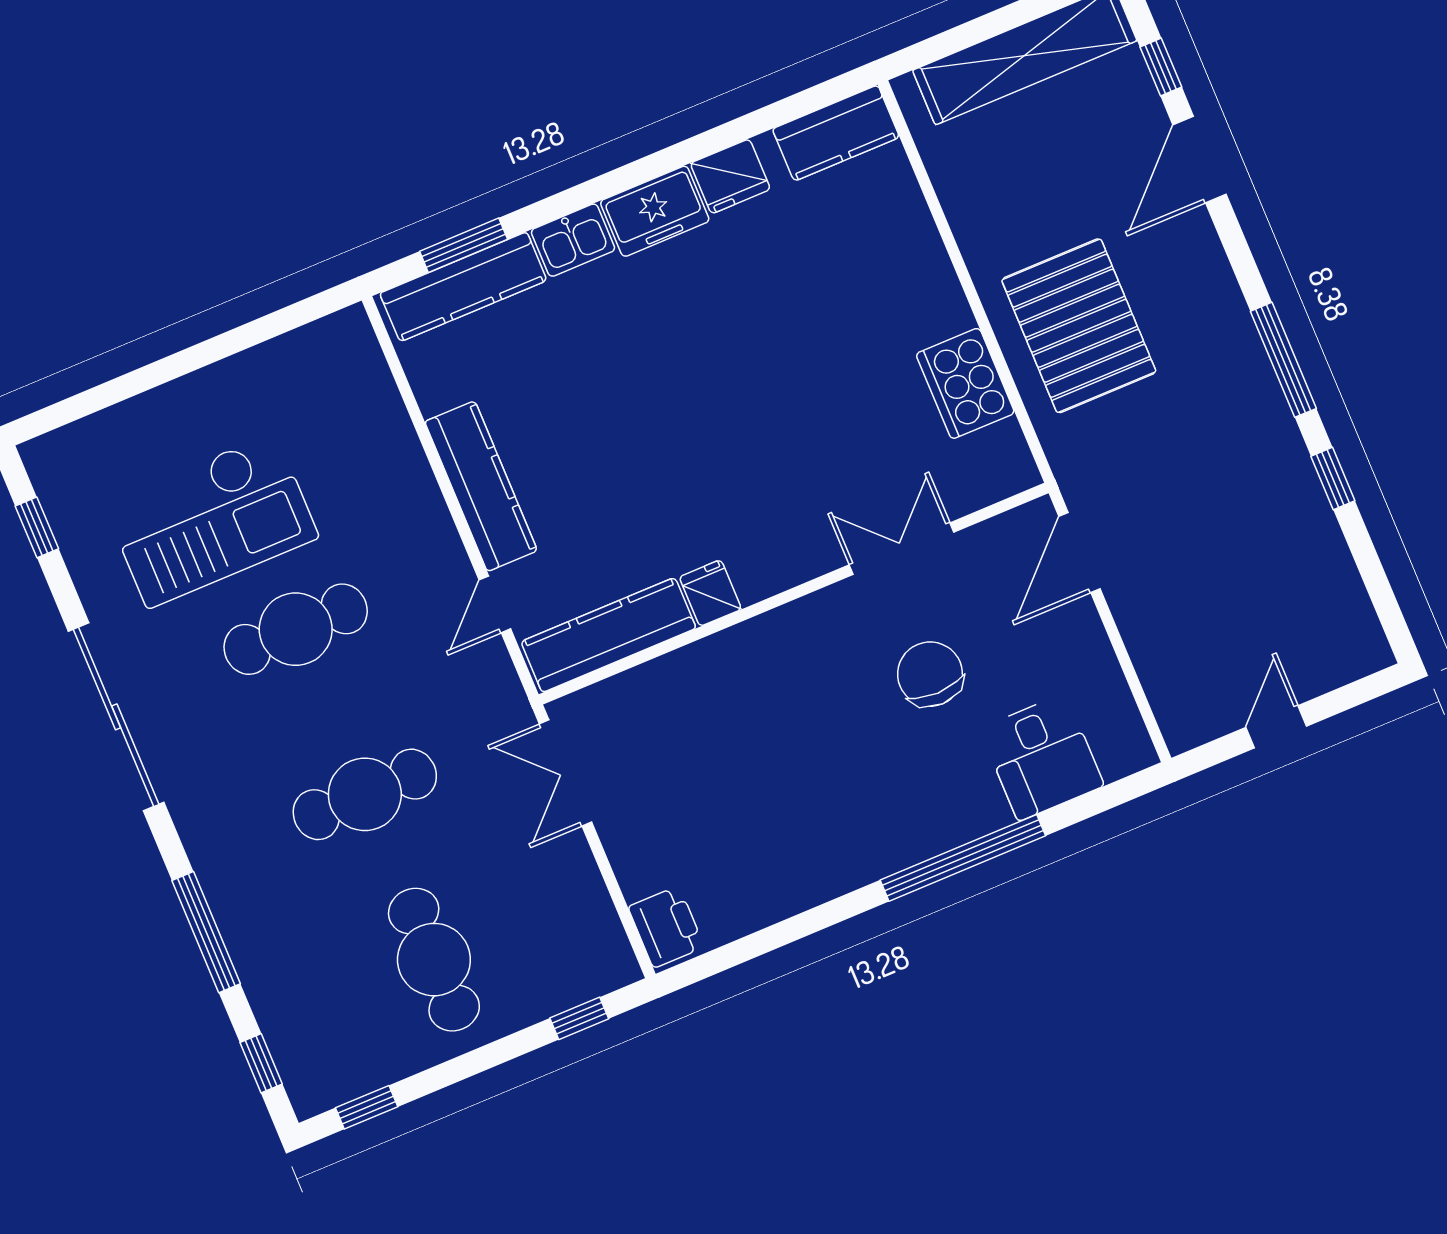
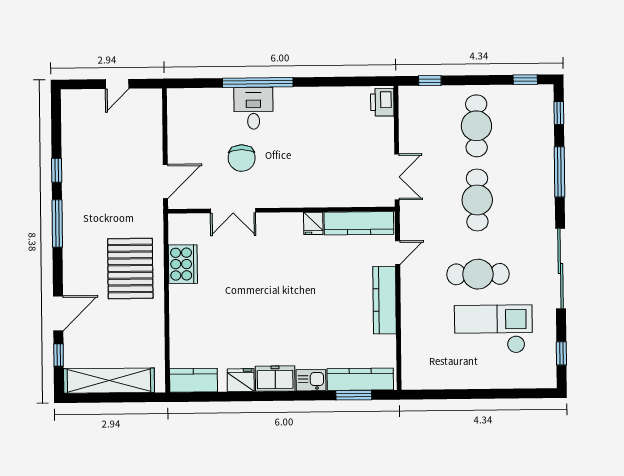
desk: (1042, 757) -> (254, 108), moved
cafe table: (365, 794) -> (477, 200), turned 90

